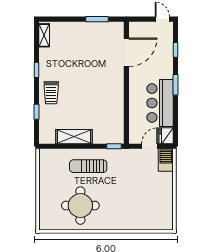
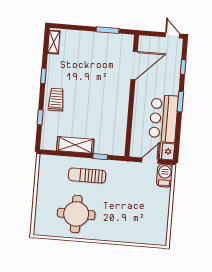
trolley: (51, 93) -> (56, 100), turned 180
window: (114, 146) -> (100, 157), moved

